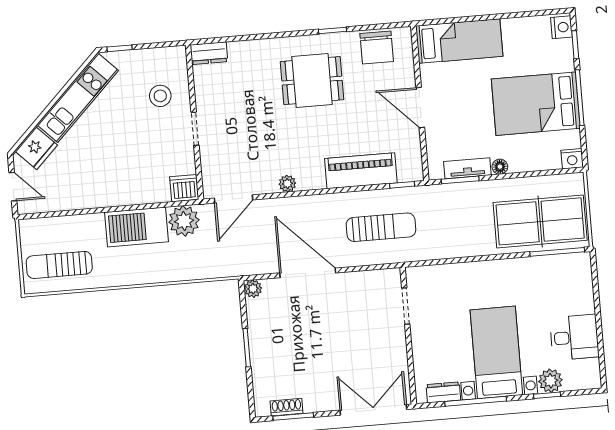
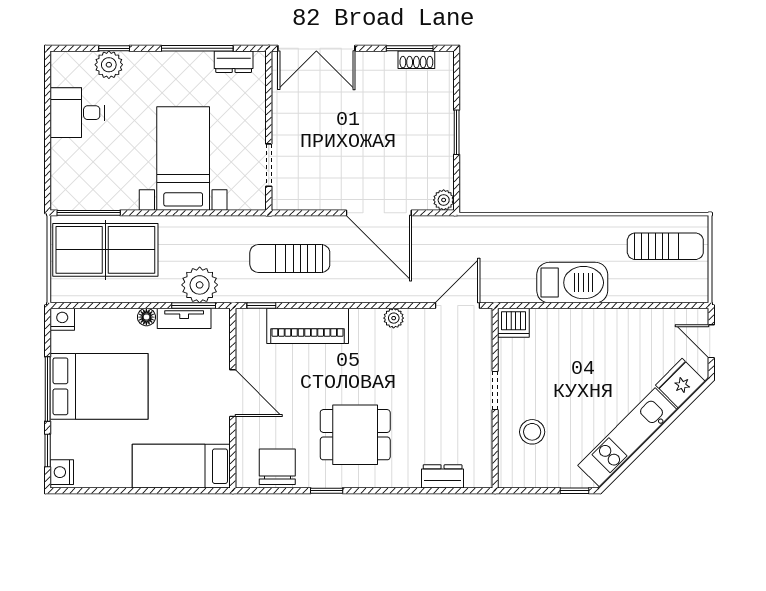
dresser: (209, 53) -> (443, 476), moved
plant: (184, 221) -> (200, 285), moved
bed with nightstands: (496, 352) -> (183, 159), moved, turned 180

